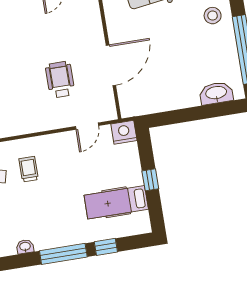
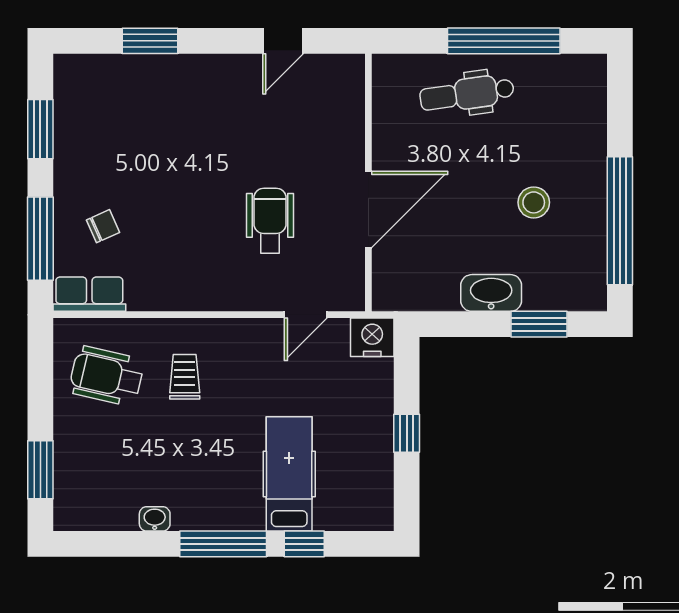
stool: (213, 16) -> (534, 202), moved
washbasin: (216, 93) -> (491, 293), moved
window: (211, 111) -> (539, 324), added
hospital bed: (116, 202) -> (289, 474), moved, turned 90

